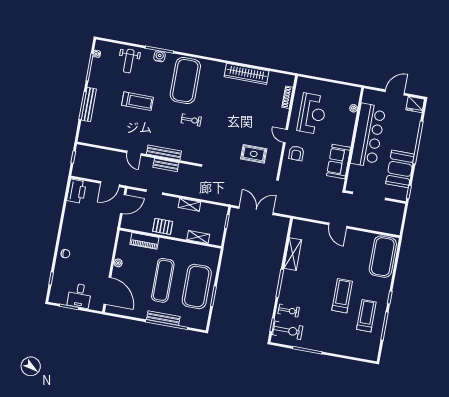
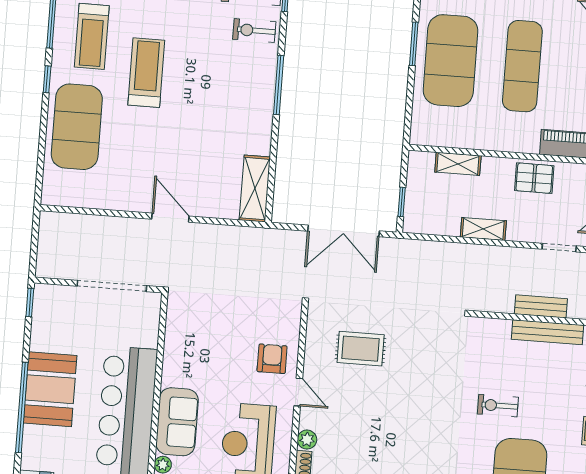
plant: (284, 113) -> (307, 440), added
sofa: (339, 162) -> (177, 422), moved
booth: (400, 169) -> (50, 389), moved
shelving: (293, 254) -> (255, 189), moved
exercise mat: (383, 257) -> (77, 127), moved
treadmill: (342, 296) -> (146, 73), turned 180

